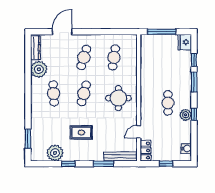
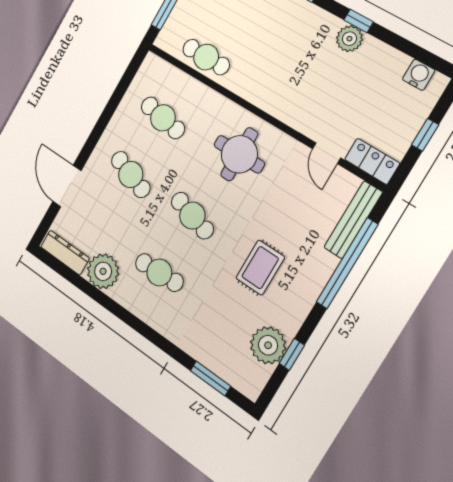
cafe table: (168, 103) -> (206, 57), moved
window: (68, 164) -> (292, 354), moved
window: (104, 164) -> (347, 263), width x2.11

